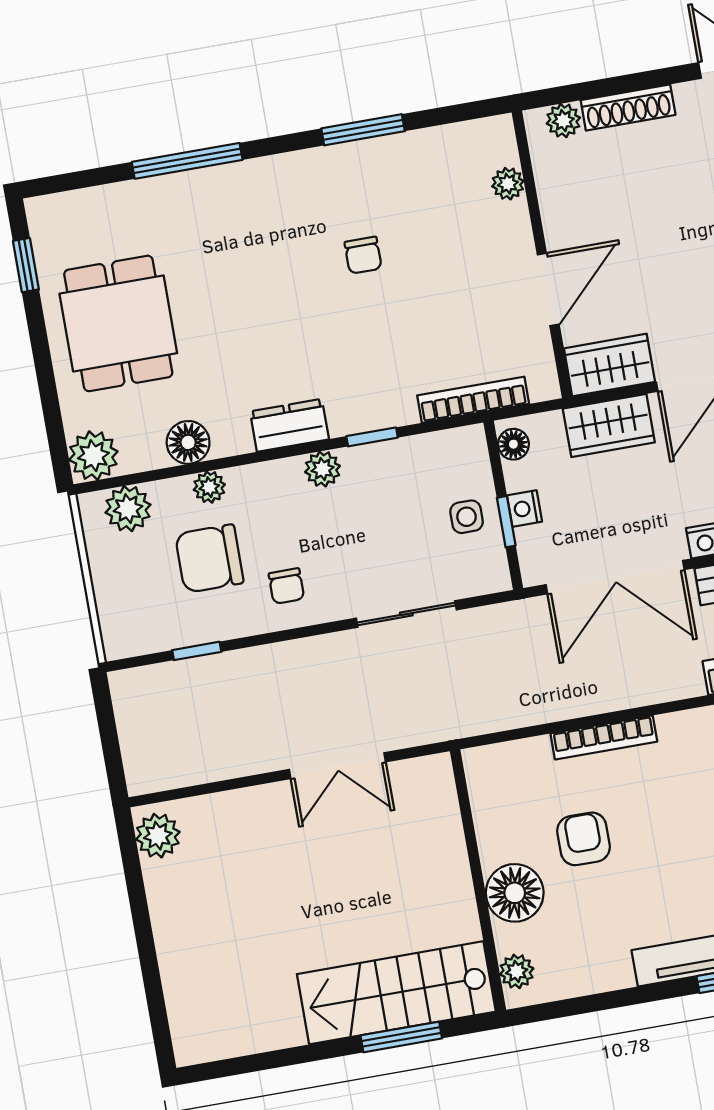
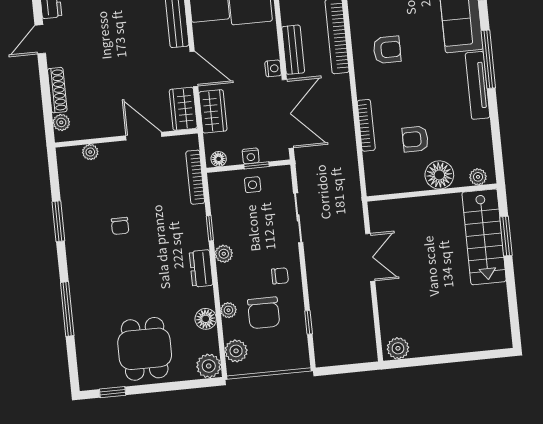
chair: (363, 255) -> (120, 226), turned 90
dining table: (118, 323) -> (145, 349), turned 90

